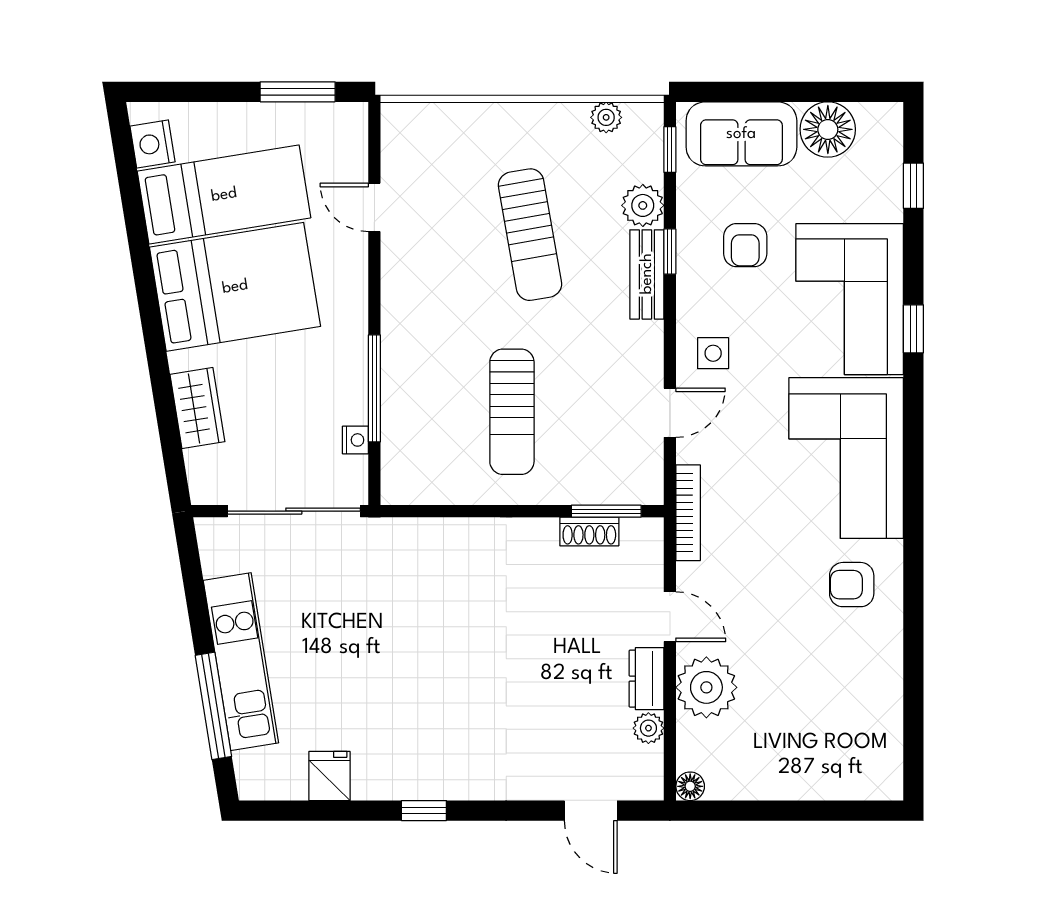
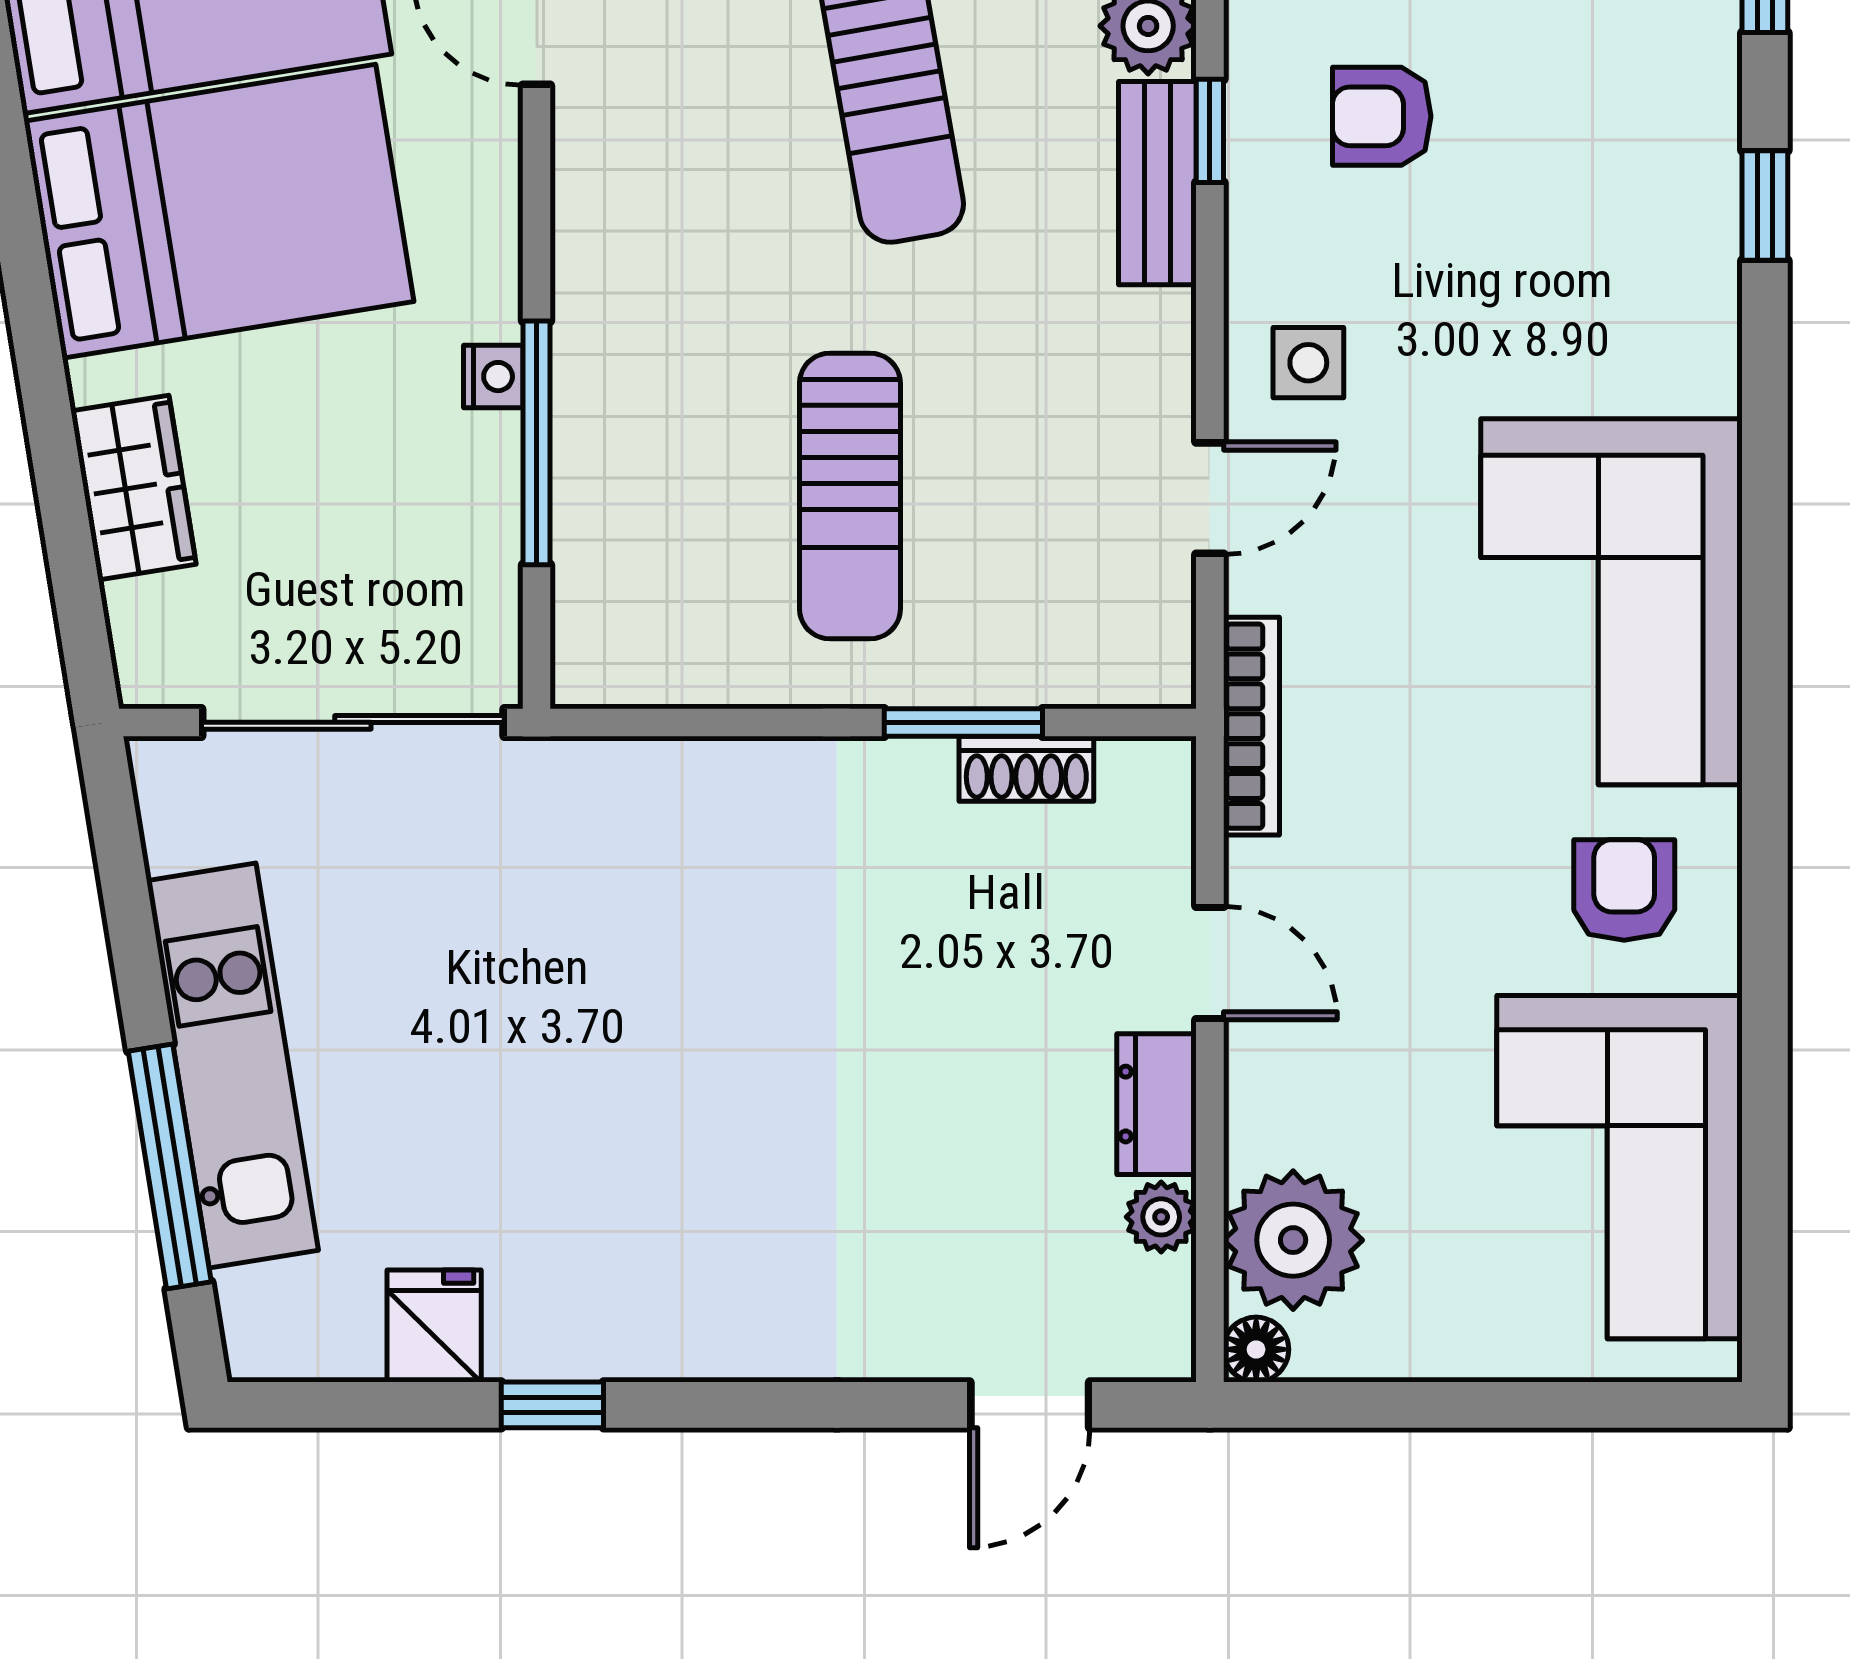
armchair: (745, 245) -> (1382, 116), turned 90
corner sofa: (850, 299) -> (1620, 1167), moved
window: (913, 329) -> (1765, 206), moved
nightstand: (355, 440) -> (493, 377), moved
window: (606, 511) -> (963, 722), moved
armchair: (852, 585) -> (1624, 890), turned 90
plant: (706, 687) -> (1293, 1240), moved
window: (424, 811) -> (552, 1405), moved
door: (591, 811) -> (1030, 1405), hinge flipped

